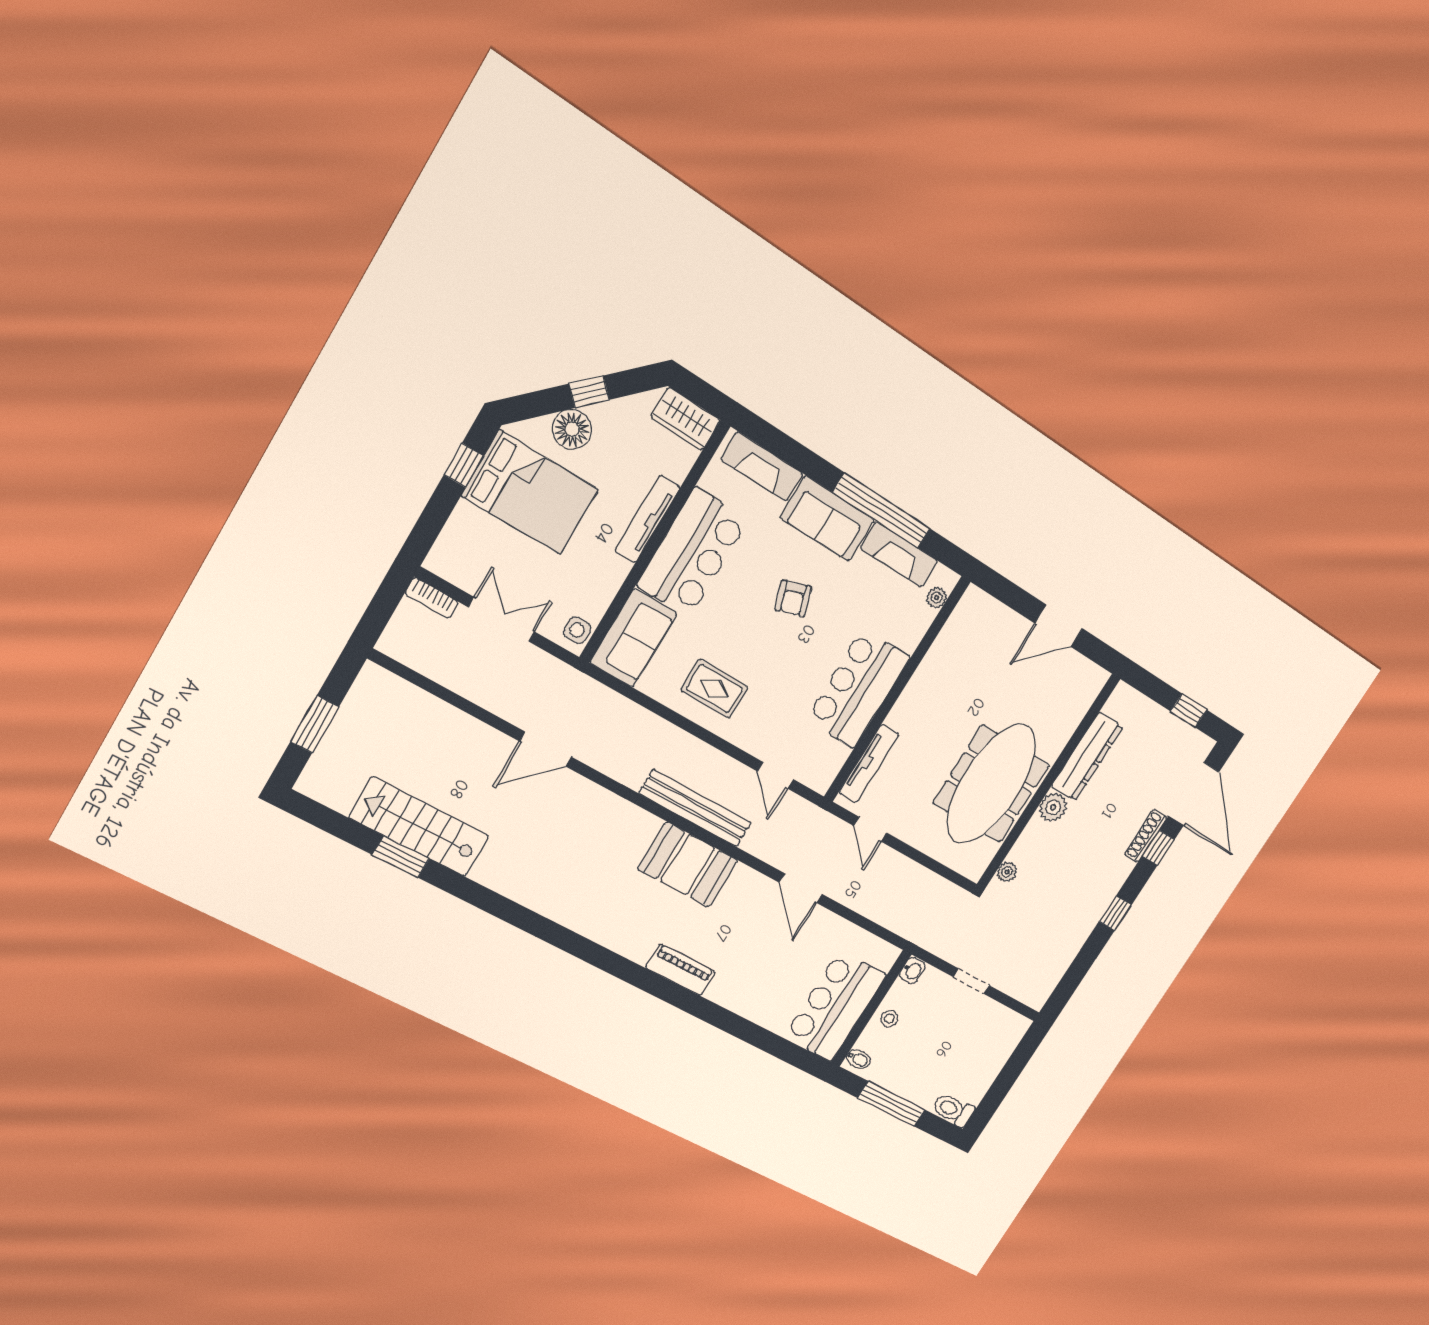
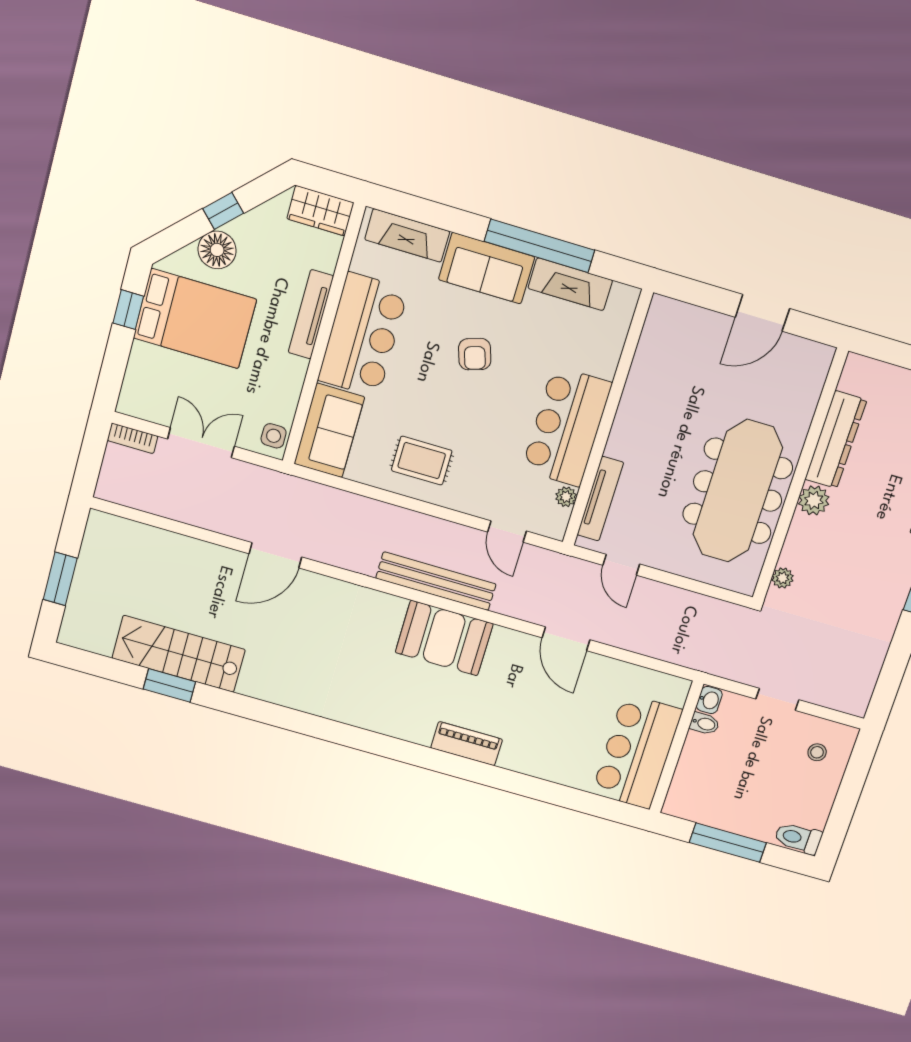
plant: (937, 598) -> (566, 497), moved
stool: (889, 1019) -> (817, 752), moved
bidet: (858, 1059) -> (704, 724), moved

